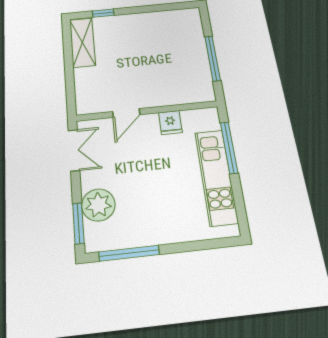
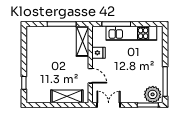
shelving: (82, 42) -> (67, 96), moved
shelving: (187, 94) -> (83, 41), added
plant: (98, 205) -> (153, 94), moved

